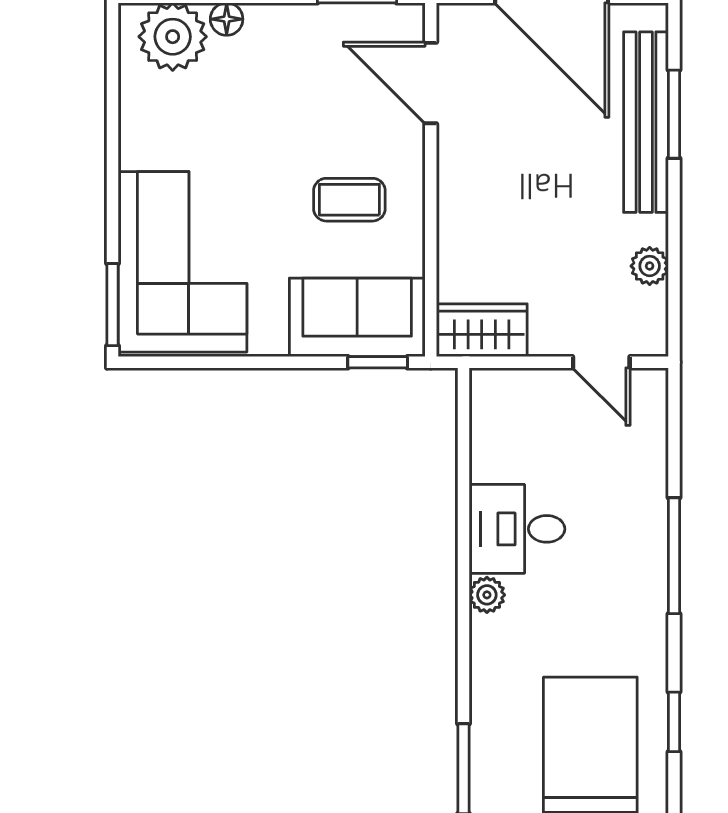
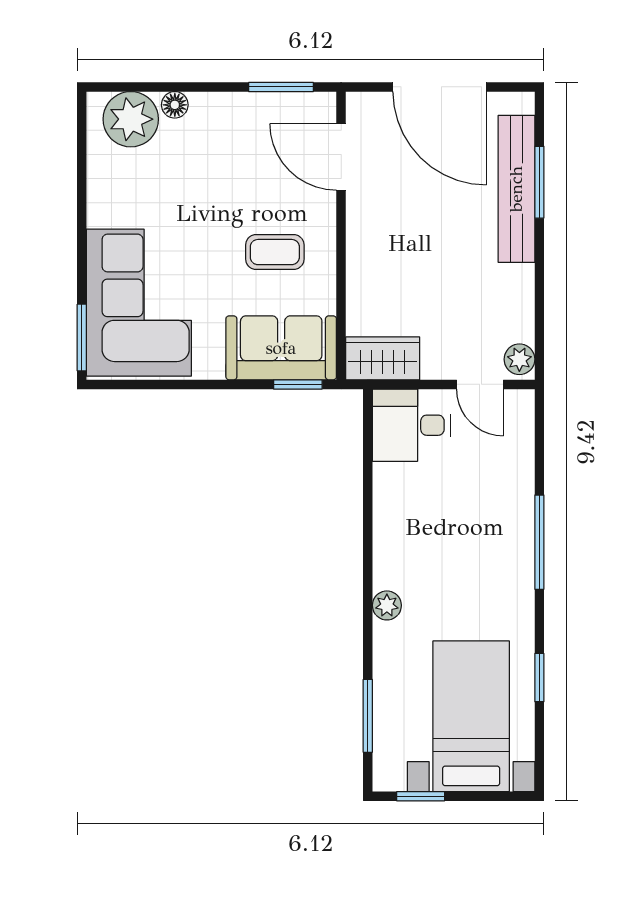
plant: (650, 266) -> (519, 359), moved
desk: (517, 529) -> (411, 425), moved
plant: (487, 595) -> (387, 605), moved

